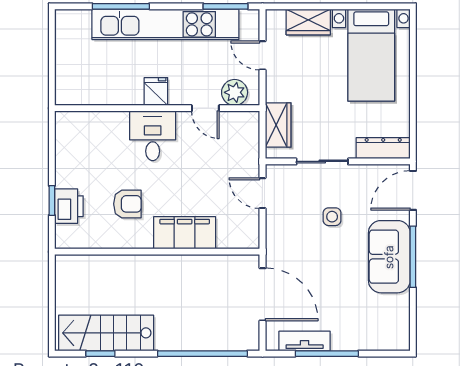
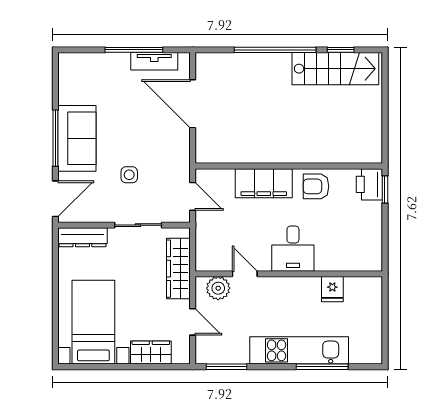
kitchen unit: (165, 24) -> (299, 350), width x0.73
fridge: (156, 91) -> (332, 289), moved
wardrobe: (278, 125) -> (178, 269), width x1.50
filing cabinet: (185, 233) -> (264, 183), moved
wall: (157, 252) -> (289, 166), moved
window: (202, 354) -> (275, 50), moved

